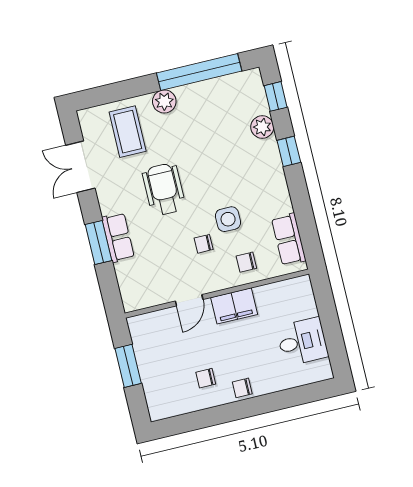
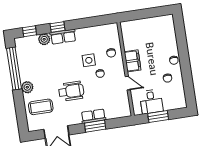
wheelchair: (164, 189) -> (71, 91), turned 180
row of seats: (289, 239) -> (63, 37), moved
desk: (302, 342) -> (151, 102), moved, turned 180

